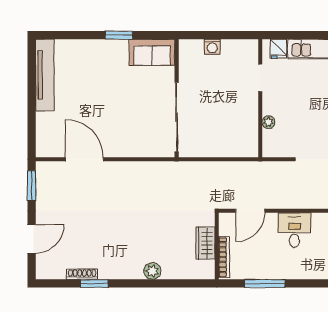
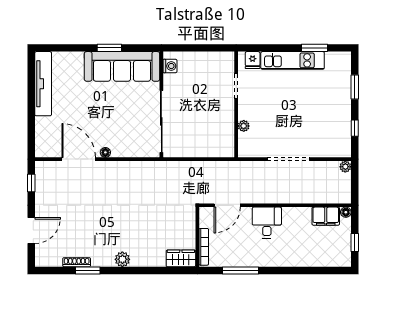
washing machine: (212, 47) -> (170, 66), moved, turned -90
sofa: (152, 52) -> (122, 66), width x1.85, depth x1.27
floor lamp: (114, 152) -> (105, 152), added
window: (32, 186) -> (31, 183), width x0.67
wardrobe: (205, 243) -> (181, 258), moved, turned 90
plant: (152, 271) -> (122, 259), moved

